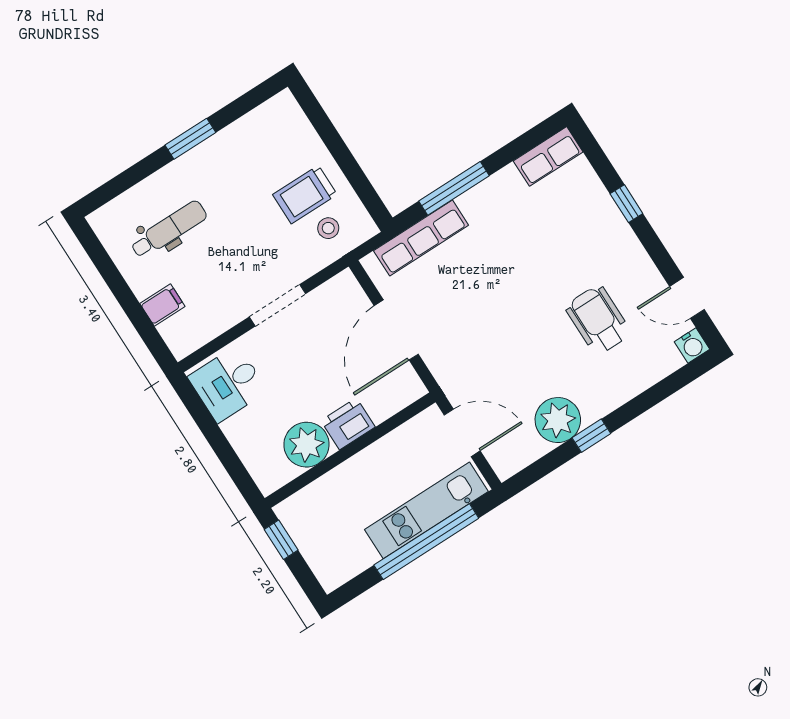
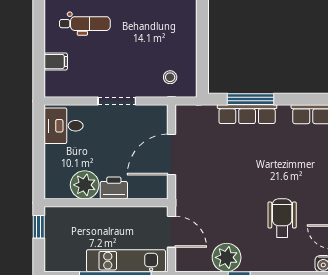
trolley: (305, 195) -> (169, 51), removed
row of seats: (421, 238) -> (247, 114), moved

